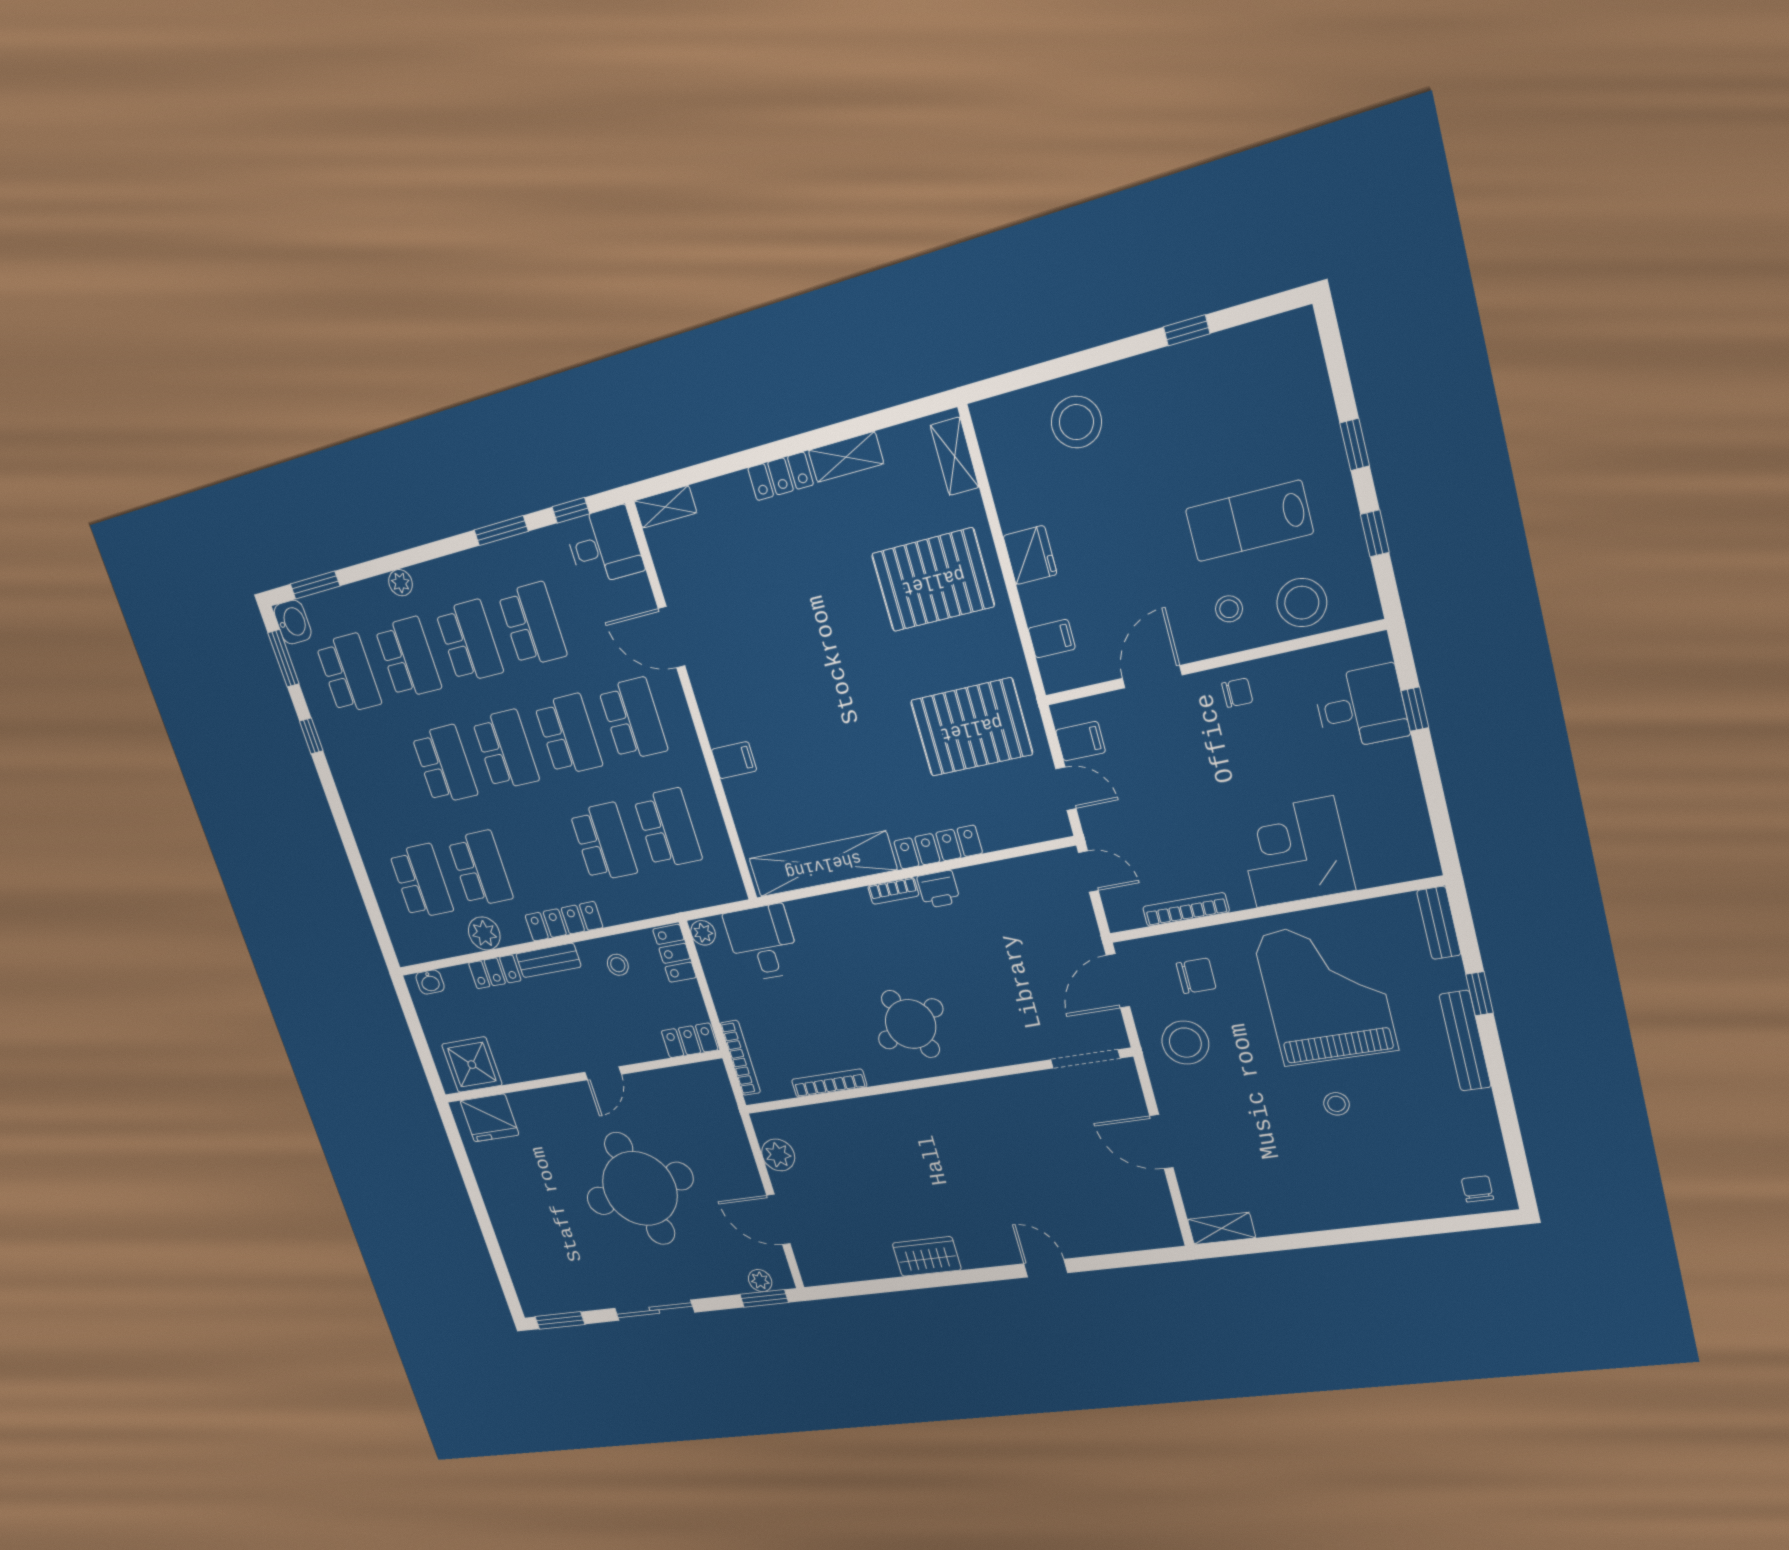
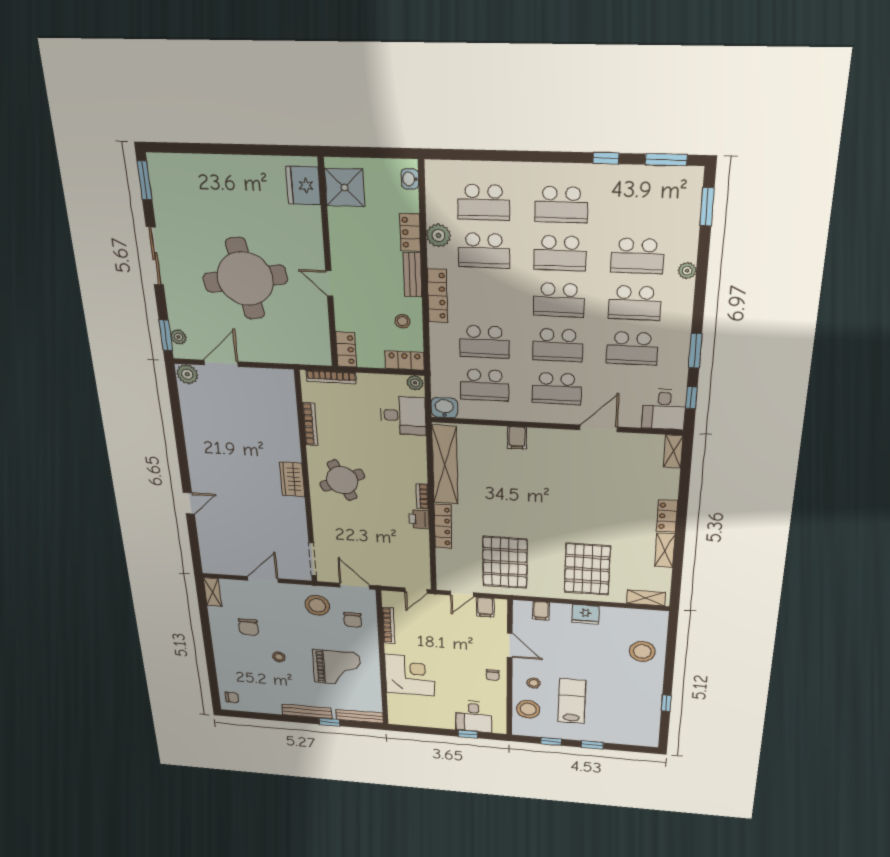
washbasin: (293, 622) -> (444, 408), moved, turned 180
school desk: (349, 674) -> (561, 205), moved
bench: (1439, 923) -> (359, 716), width x1.36
grand piano: (1325, 992) -> (337, 668), width x0.73, depth x0.68
plant: (778, 1155) -> (187, 374), moved
chair: (1281, 1163) -> (248, 627), added
wardrobe: (927, 1256) -> (292, 479), moved, turned 180

